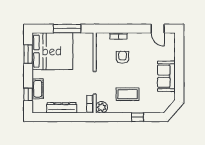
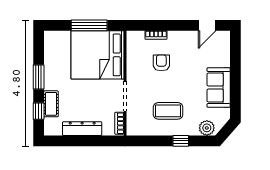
door: (158, 29) -> (207, 25), hinge flipped
bed: (52, 51) -> (97, 55), moved, turned 180
window: (28, 54) -> (39, 77), moved
plant: (102, 107) -> (207, 128), moved

